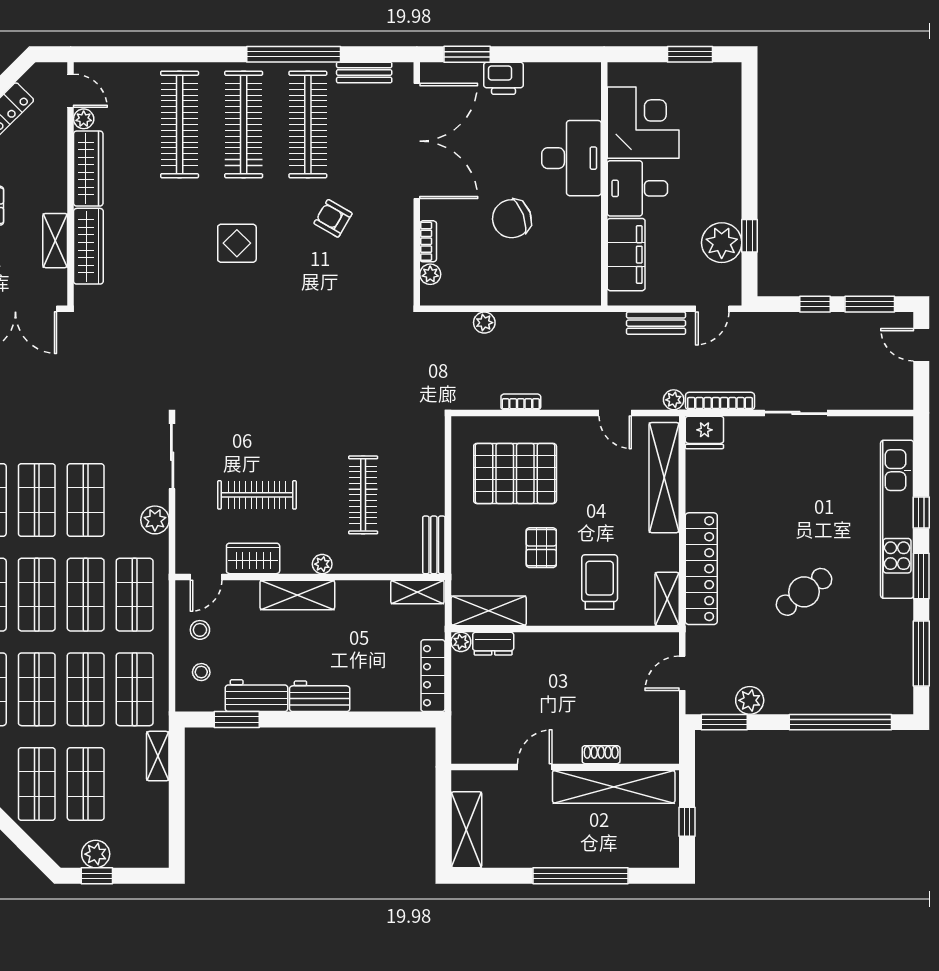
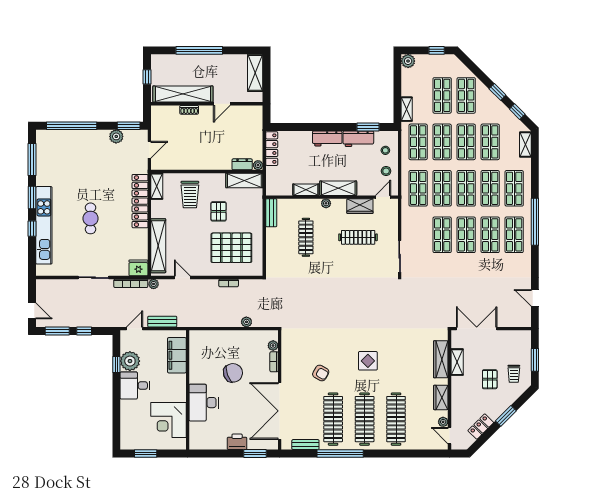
wardrobe: (88, 169) -> (441, 397), width x0.67
desk: (637, 188) -> (135, 386), moved, turned 180
plant: (155, 520) -> (408, 225), removed
shelving: (417, 592) -> (306, 190), moved
cafe table: (804, 592) -> (91, 218), moved, turned -53
plant: (96, 854) -> (408, 61), moved

